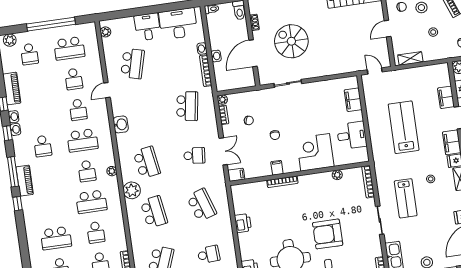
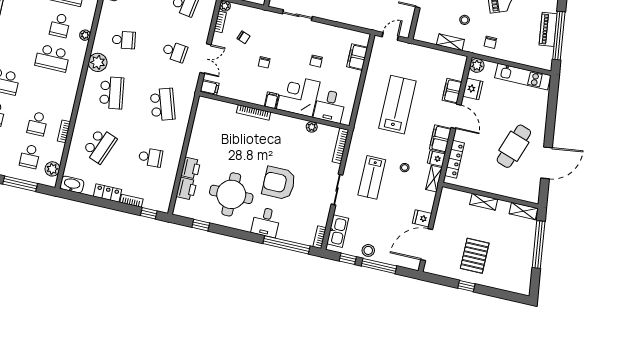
shelving: (410, 59) -> (450, 42), moved
door: (375, 71) -> (390, 36), hinge flipped
chair: (319, 117) -> (316, 61), added
desk: (352, 135) -> (330, 106), moved, turned 90
school desk: (147, 162) -> (124, 40), width x0.54
filing cabinet: (277, 168) -> (271, 100), moved
printer: (243, 223) -> (191, 168), moved
school desk: (96, 232) -> (45, 91), removed

